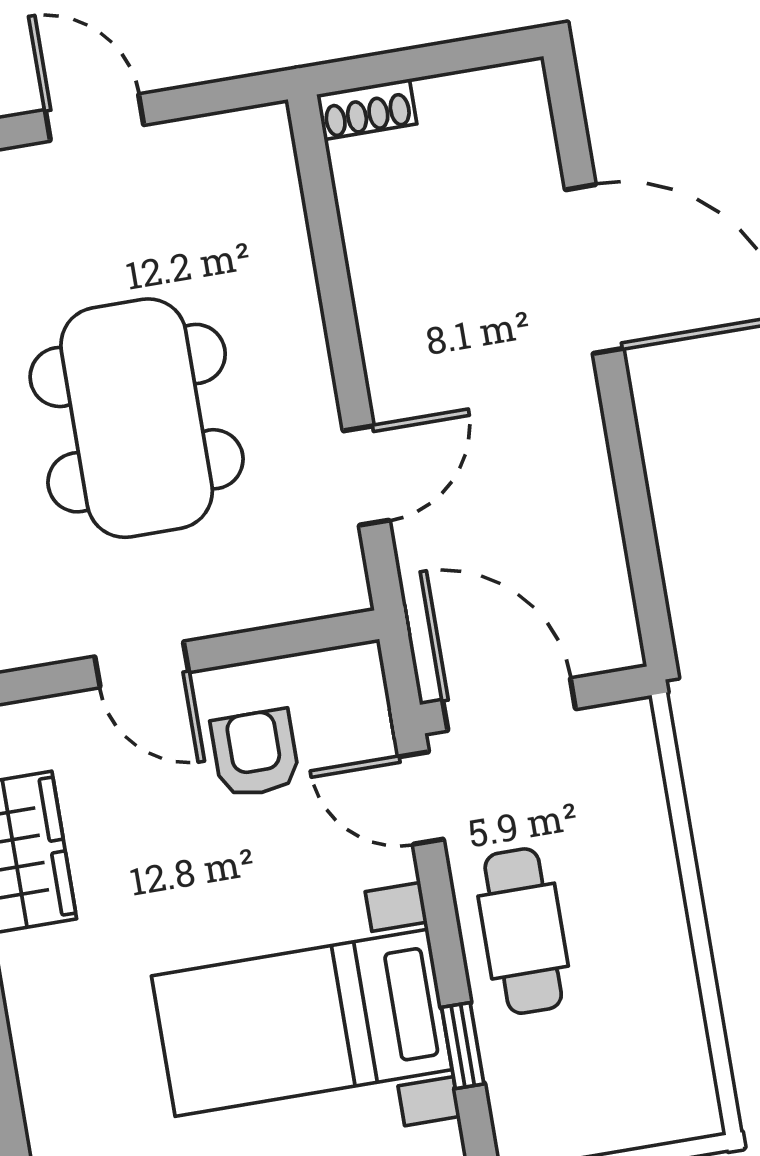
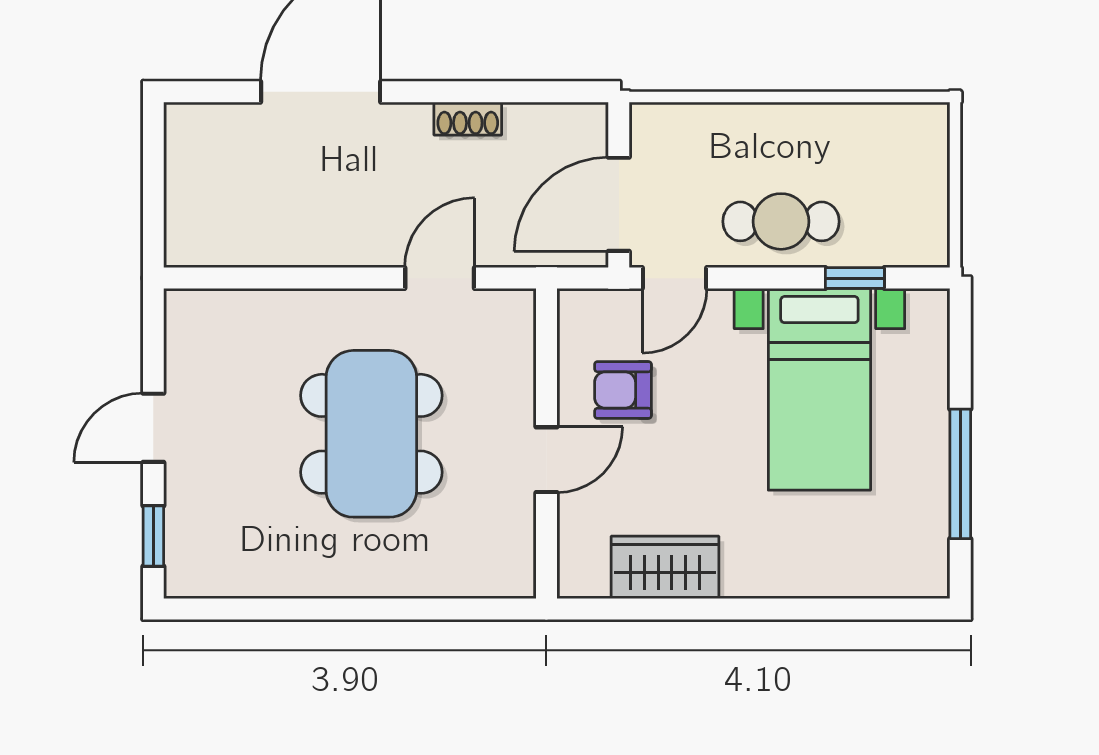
shoe rack: (367, 109) -> (468, 119), moved, turned 90
dining table: (137, 418) -> (371, 434), turned 90
door: (366, 476) -> (440, 278), hinge flipped

